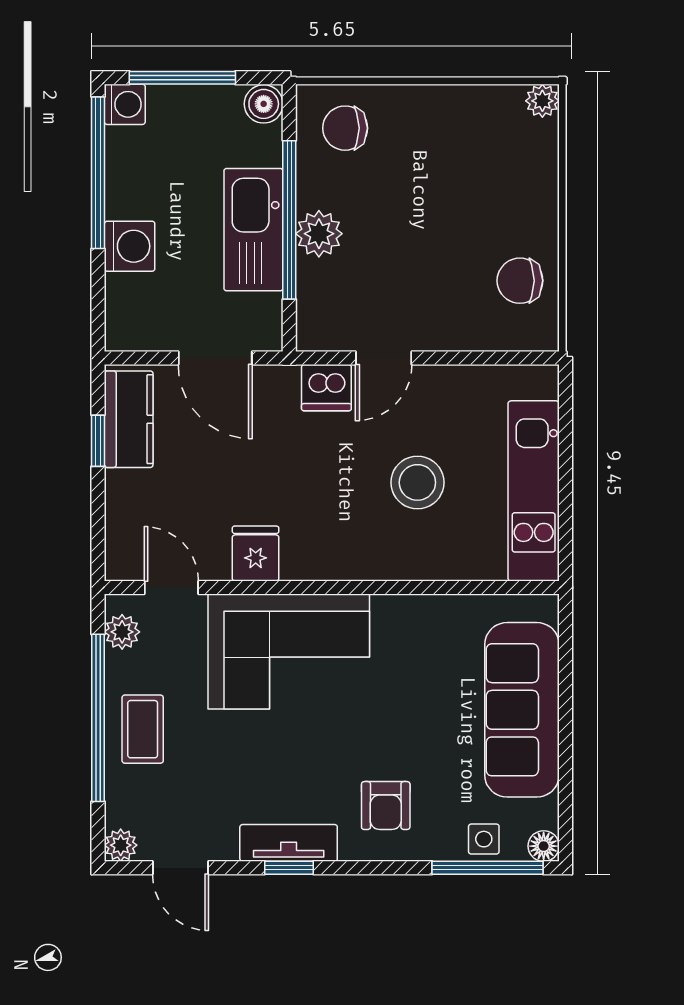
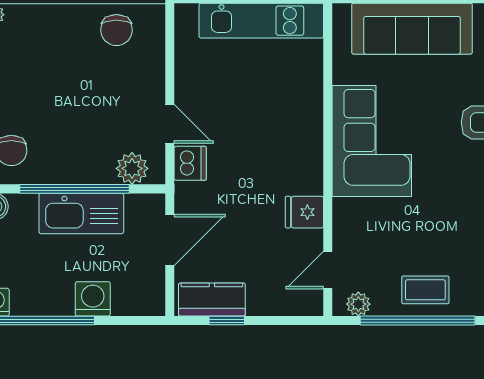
plant: (319, 234) -> (132, 168), moved
stool: (417, 482) -> (255, 101), removed
corner sofa: (289, 651) -> (372, 141), moved

